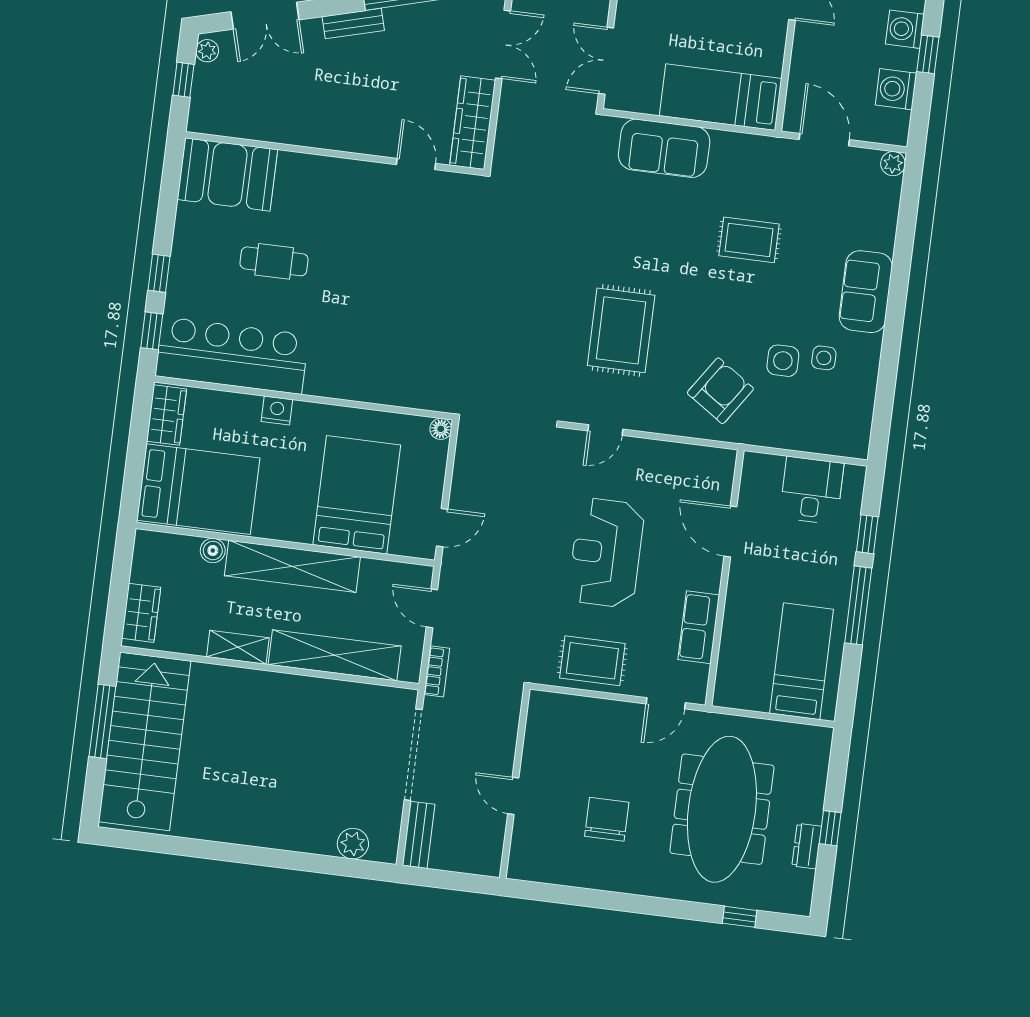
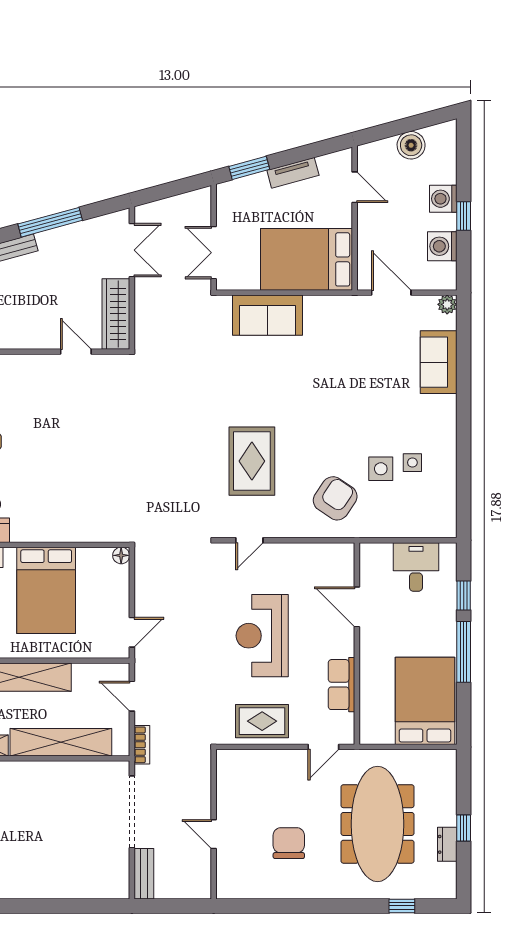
bed: (721, 97) -> (306, 259), width x1.50
rug: (749, 240) -> (343, 378), removed
sofa: (866, 292) -> (439, 362), moved
bed: (357, 495) -> (46, 590), moved, turned 180
bed: (802, 661) -> (425, 701), width x1.50
plant: (353, 844) -> (94, 887), removed

